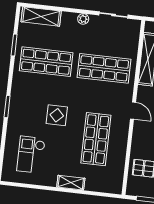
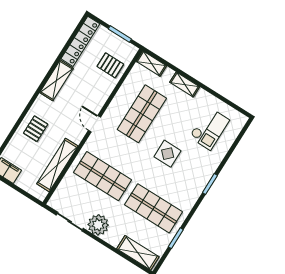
plant: (83, 19) -> (98, 225), width x1.87, depth x1.87
shelving: (109, 187) -> (151, 64), added

